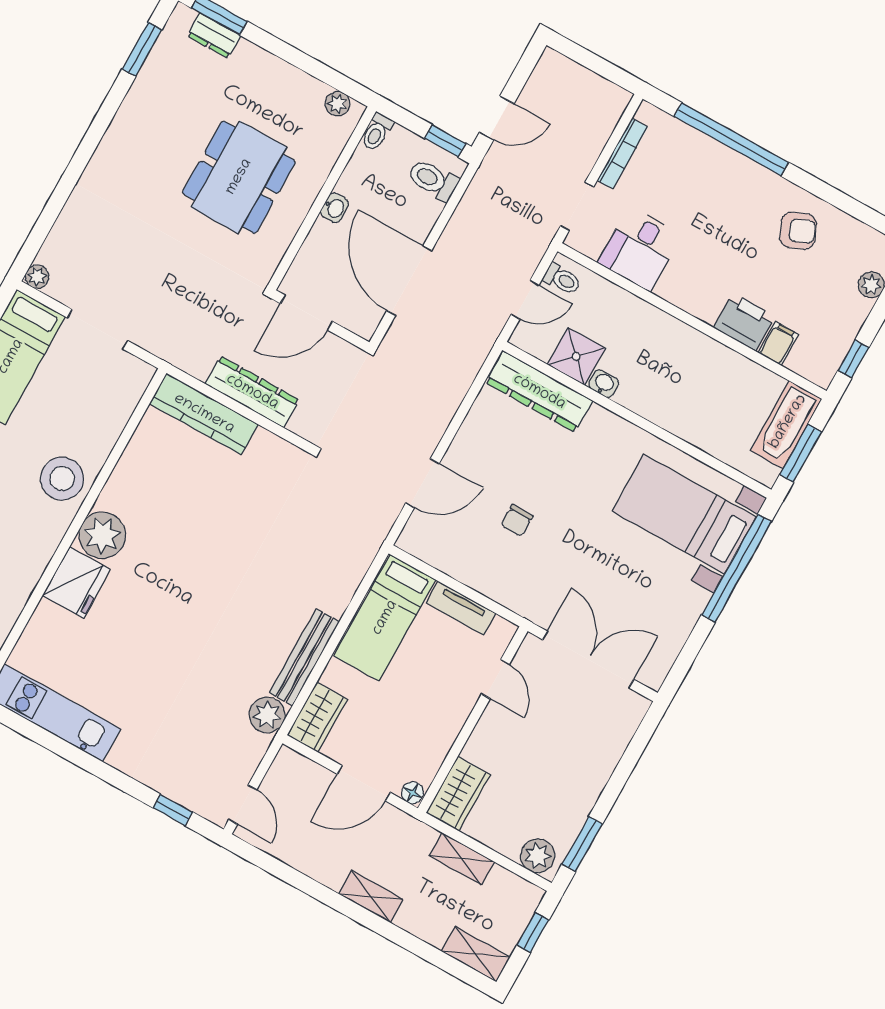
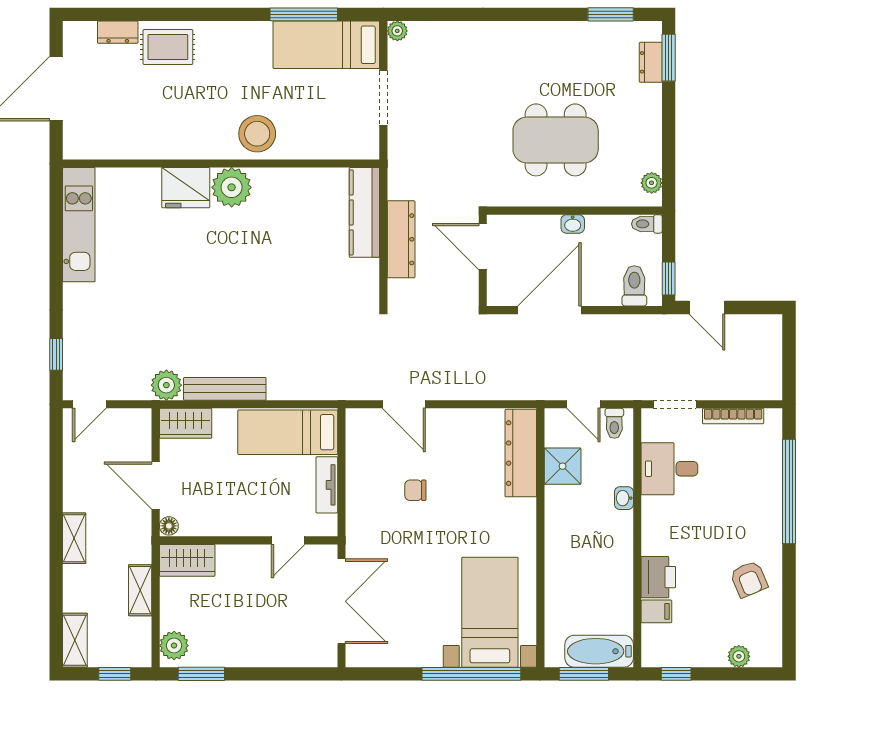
washbasin: (604, 384) -> (624, 498), moved, turned 180

